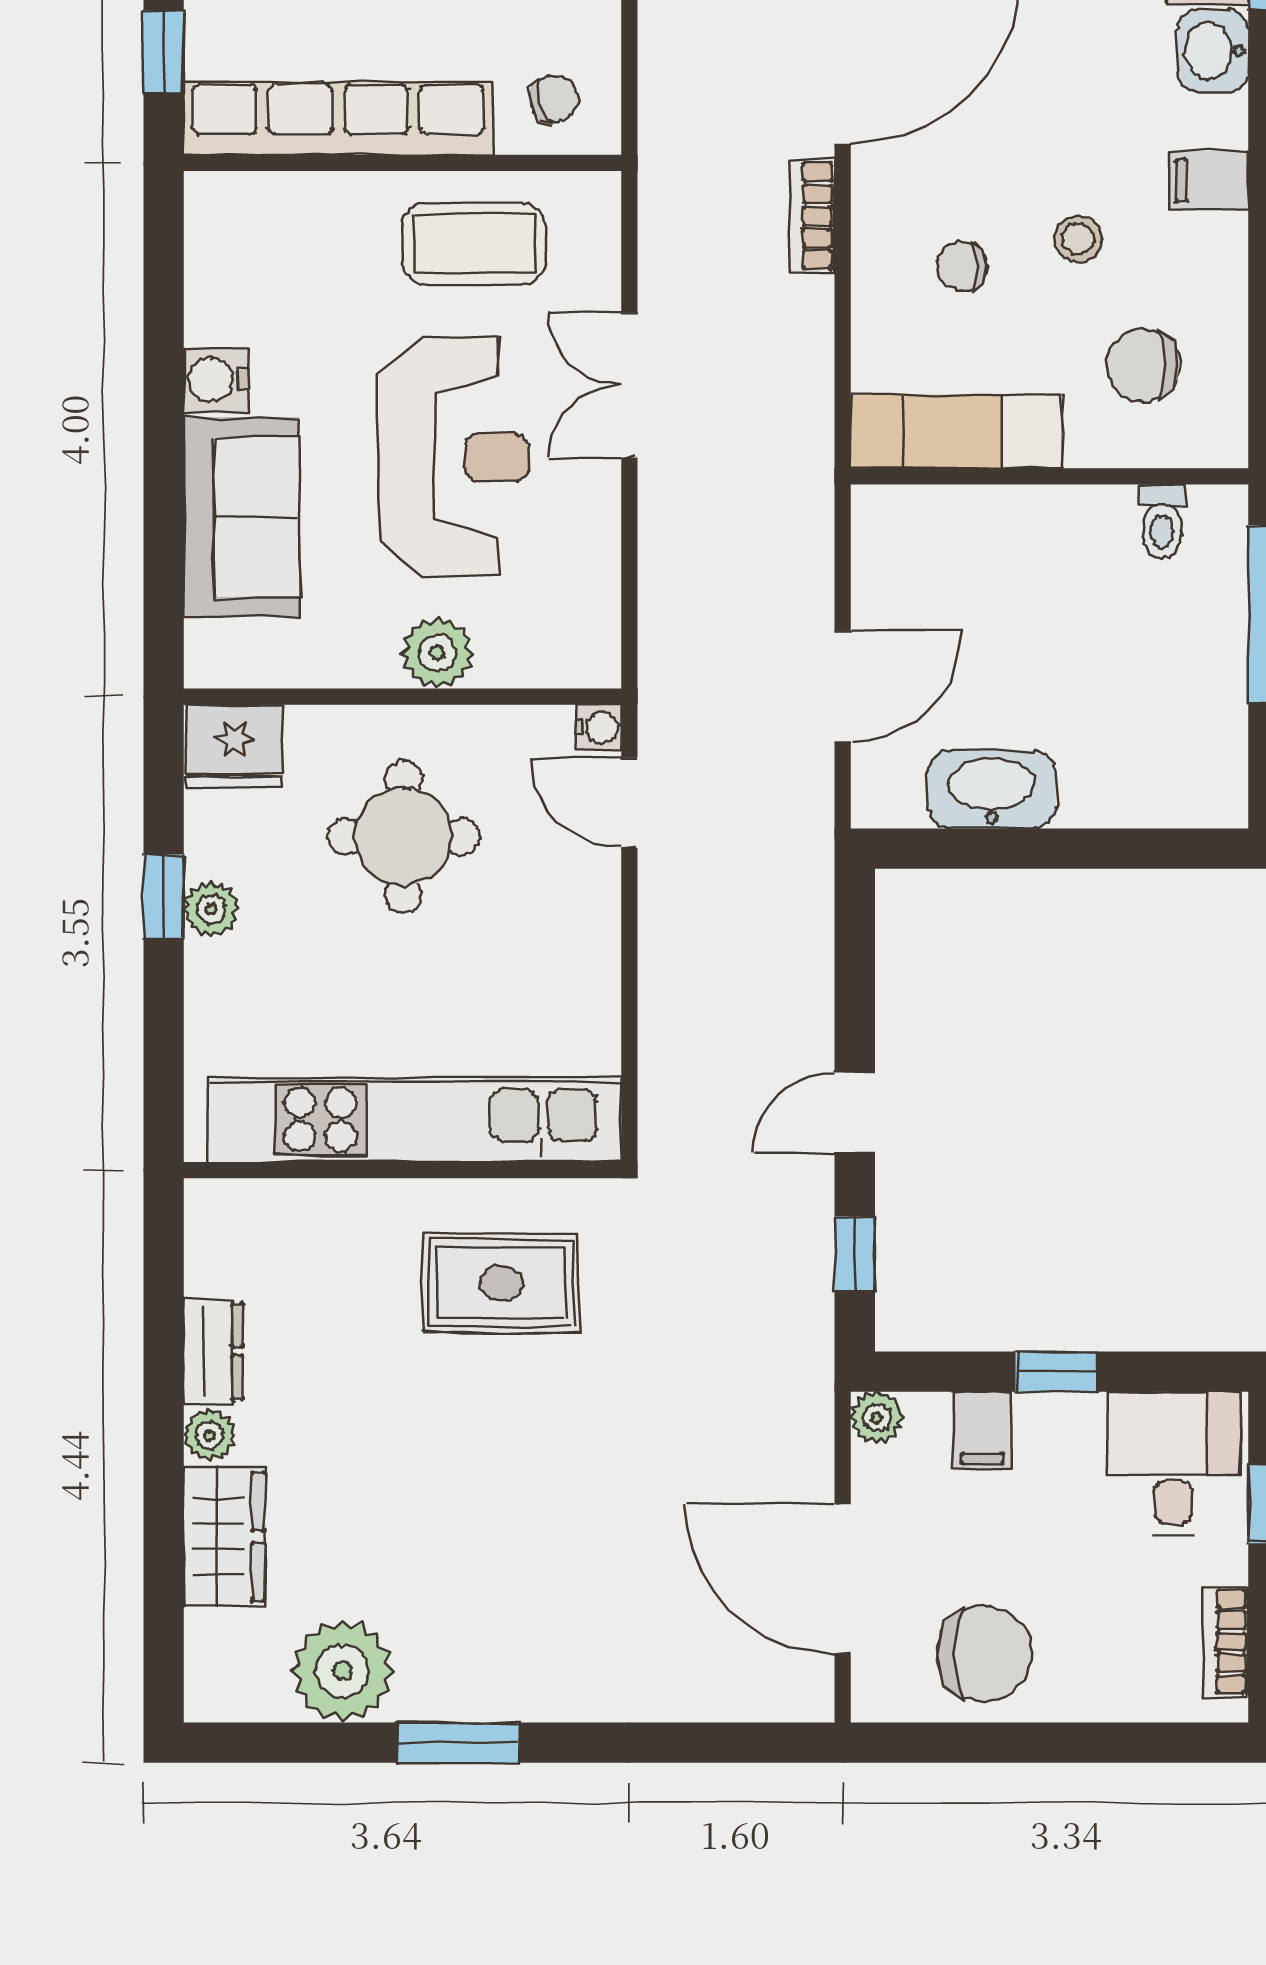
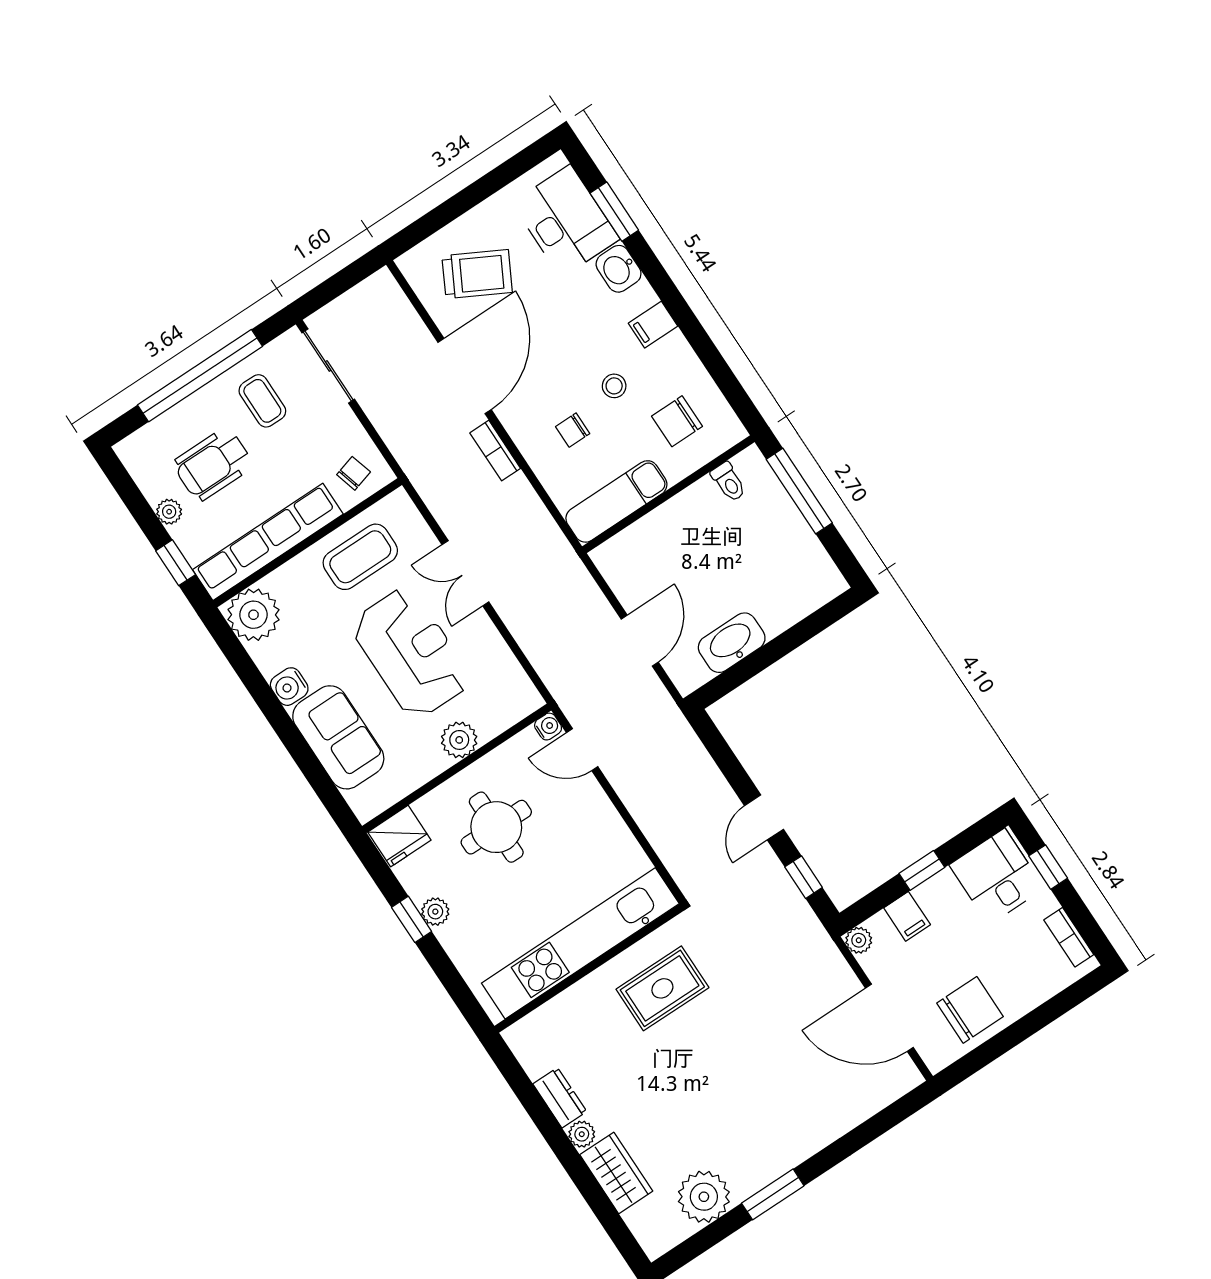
plant: (235, 223) -> (254, 615), added

